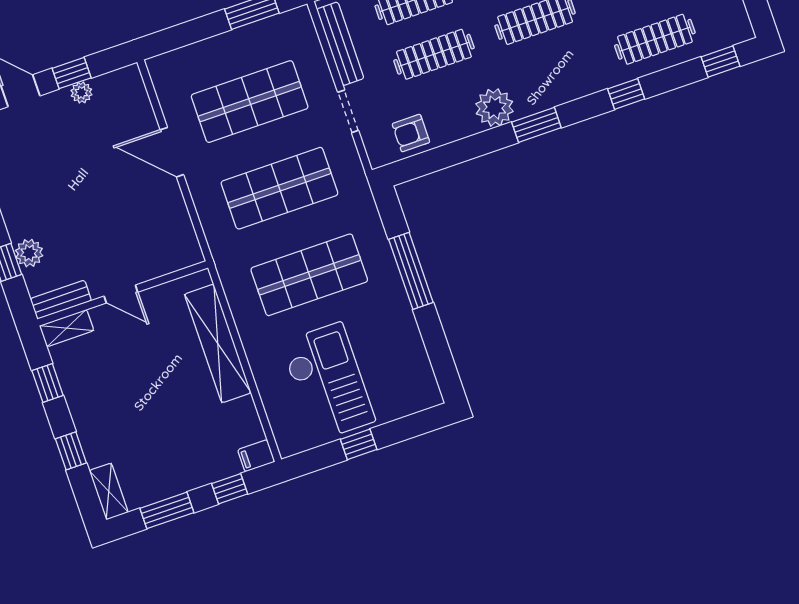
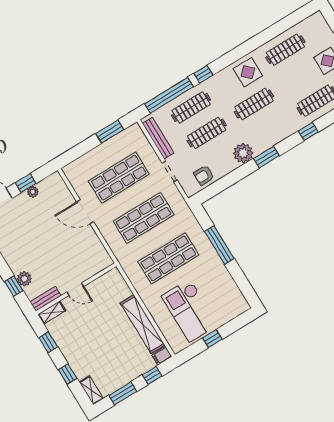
shelving: (218, 343) -> (143, 324), moved
checkout: (328, 382) -> (190, 310), turned 180

